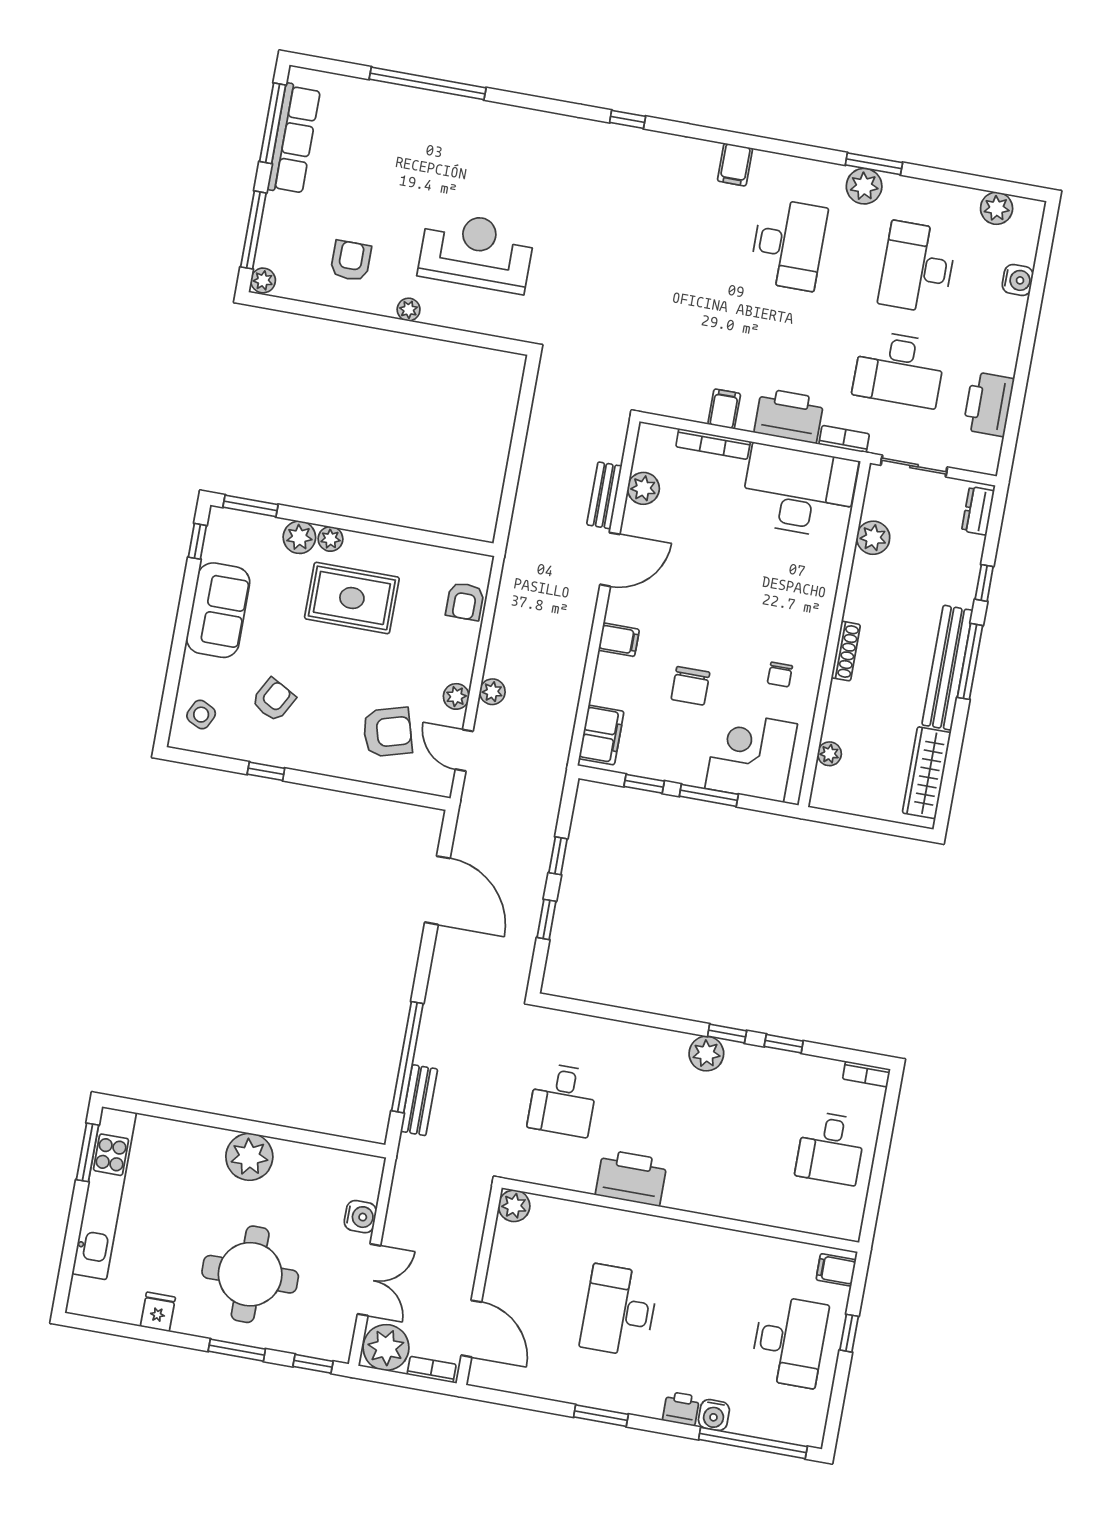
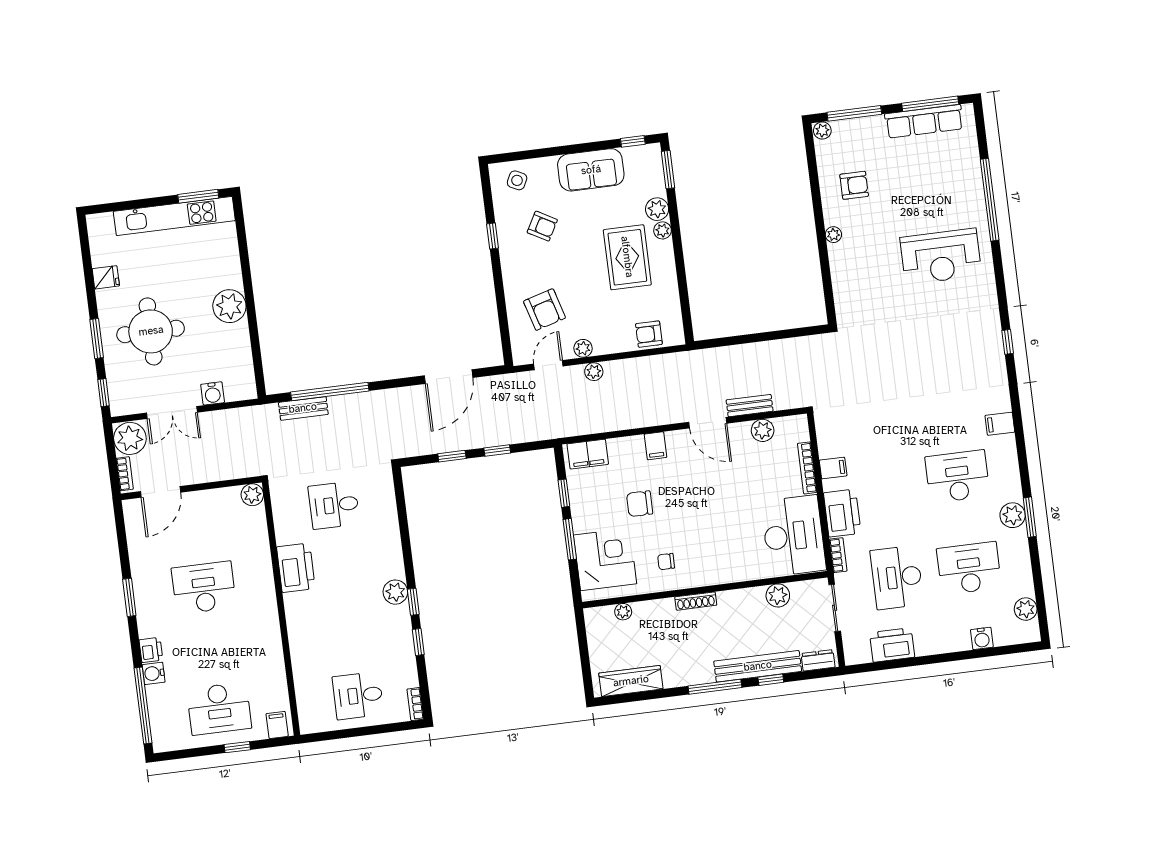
desk: (788, 244) -> (957, 477), turned 180
reception desk: (476, 252) -> (941, 256), moved, turned 90
bench: (947, 668) -> (758, 666), moved

